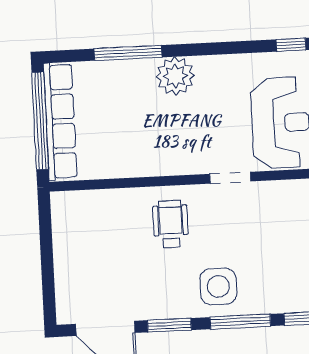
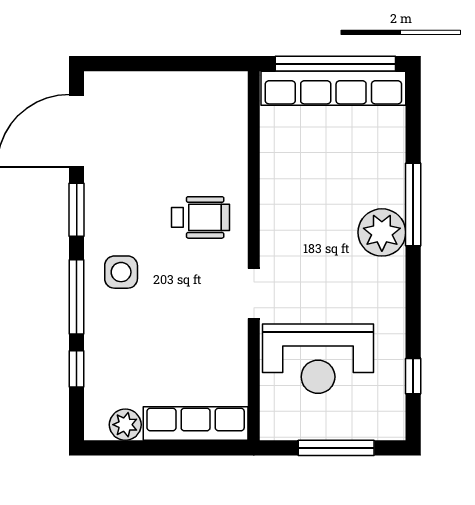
window: (128, 53) -> (413, 205), moved
side table: (218, 286) -> (121, 272), width x0.73, depth x0.73

